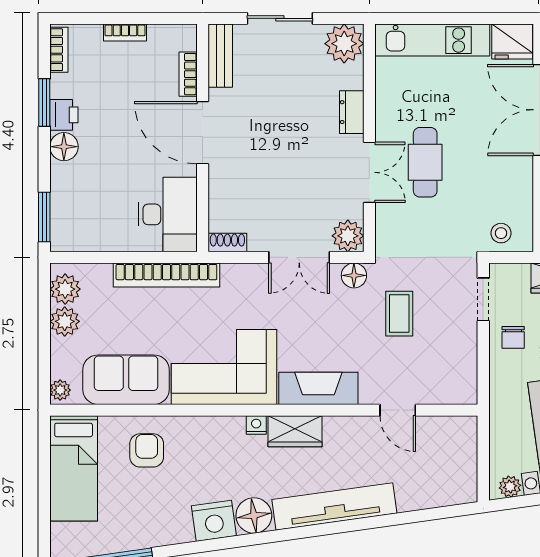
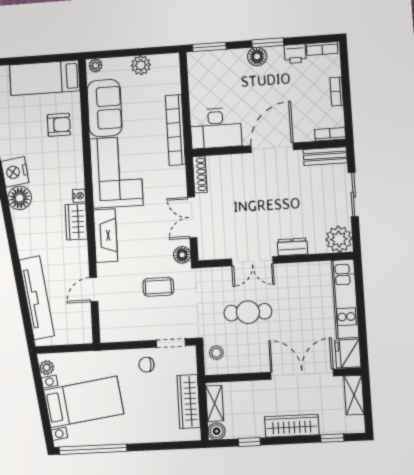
bookcase: (188, 74) -> (330, 134), moved
window: (44, 102) -> (268, 43), moved
printer: (64, 115) -> (295, 54), moved
cafe table: (425, 162) -> (248, 312), moved
plant: (348, 236) -> (209, 249), removed
shoe rack: (227, 242) -> (200, 174), width x1.43
plant: (65, 289) -> (162, 64), removed
tv unit: (334, 506) -> (37, 298), moved

